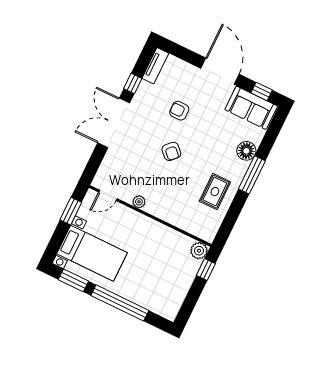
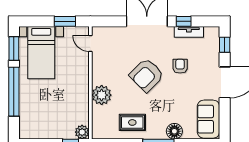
tv unit: (155, 66) -> (189, 32), moved
window: (262, 91) -> (225, 45), moved
armchair: (171, 151) -> (147, 75), width x1.88, depth x1.88
plant: (139, 202) -> (102, 95), moved, width x1.87, depth x1.87

